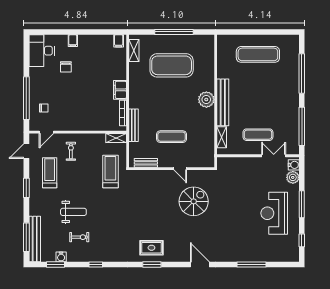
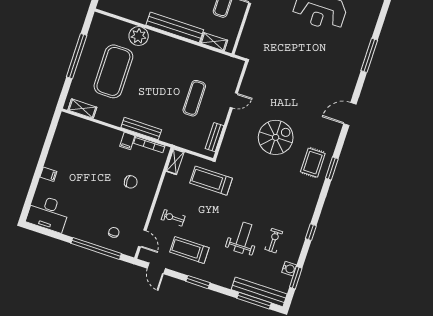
filing cabinet: (119, 41) -> (66, 122), removed
chair: (66, 67) -> (131, 182), moved
filing cabinet: (120, 90) -> (127, 141), width x0.50
plant: (206, 100) -> (139, 36), moved
bench: (133, 125) -> (141, 129), moved
spiral stairs: (194, 201) -> (276, 137), moved, turned 90

